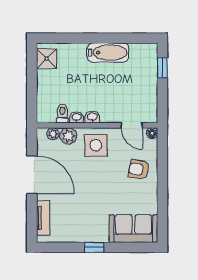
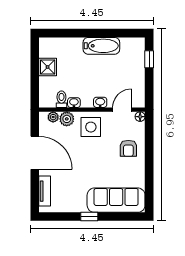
shower: (47, 59) -> (48, 67), moved
washbasin: (92, 117) -> (100, 102), moved
door: (132, 125) -> (122, 110), swing flipped
armchair: (139, 169) -> (128, 148), turned -100
sofa: (133, 229) -> (116, 200), width x1.36

